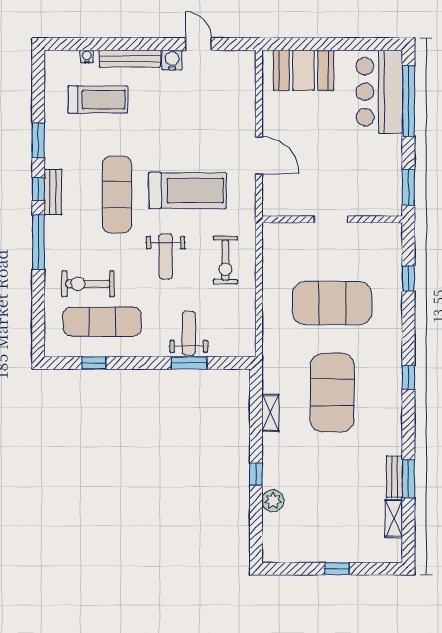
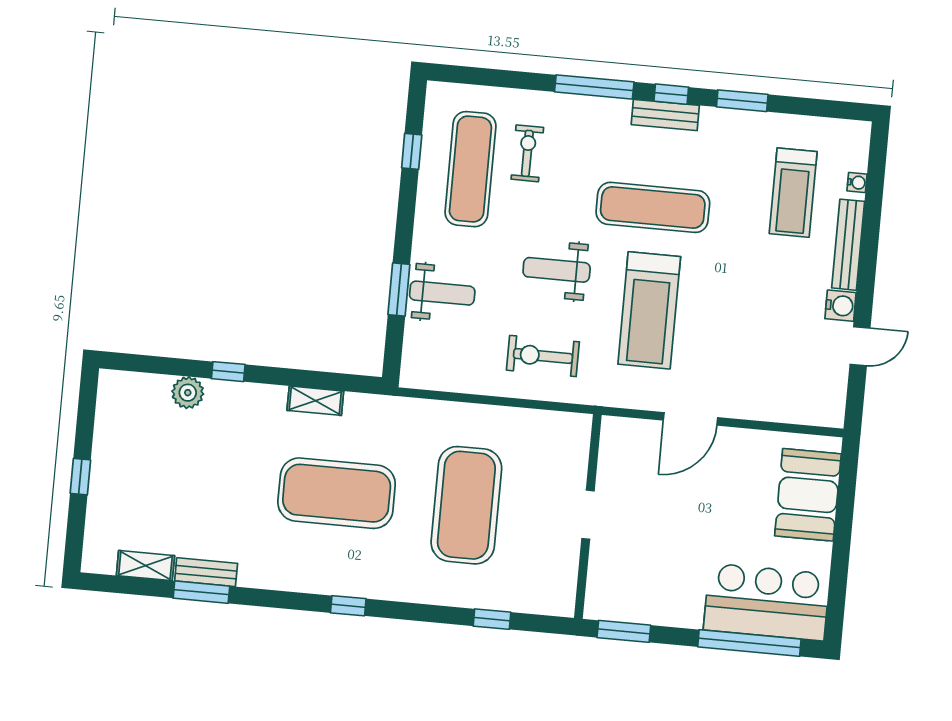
exercise bike: (88, 284) -> (527, 153), width x0.73, depth x0.72

